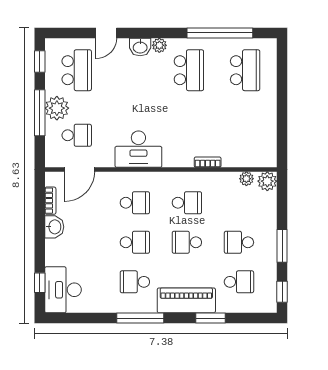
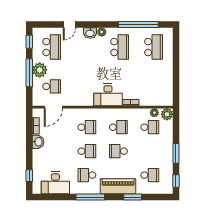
desk: (138, 149) -> (108, 95), moved
school desk: (239, 242) -> (150, 127), moved, turned 180
desk: (63, 290) -> (55, 183), moved, turned -90

